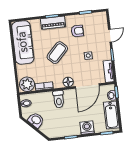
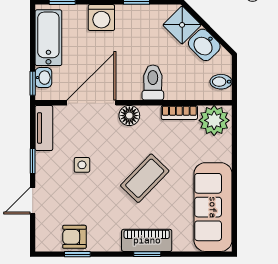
armchair: (77, 31) -> (74, 237), moved
shower: (48, 128) -> (182, 25), added

